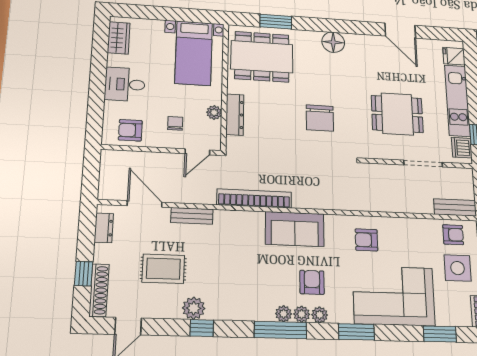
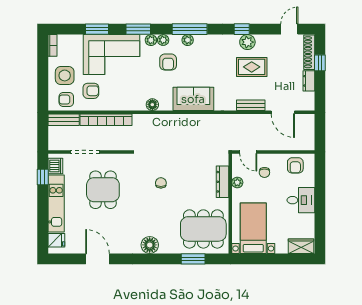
wardrobe: (119, 38) -> (301, 246), moved, turned 90
dining table: (397, 114) -> (103, 190), turned 90
chair: (320, 118) -> (161, 183), width x0.54, depth x0.54
armchair: (130, 130) -> (295, 165), turned 90
door: (197, 152) -> (248, 152), swing flipped
bookcase: (254, 198) -> (106, 120), moved
floor lamp: (334, 223) -> (152, 105), added
dresser: (104, 228) -> (309, 81), moved
sofa: (295, 229) -> (193, 99), moved
armchair: (366, 240) -> (91, 91), moved
rug: (163, 269) -> (252, 67), moved
plant: (302, 314) -> (151, 40), moved
window: (440, 334) -> (97, 29), moved

